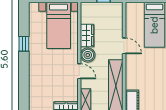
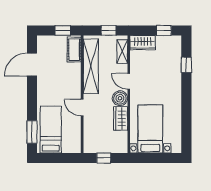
window: (24, 44) -> (186, 65), moved

